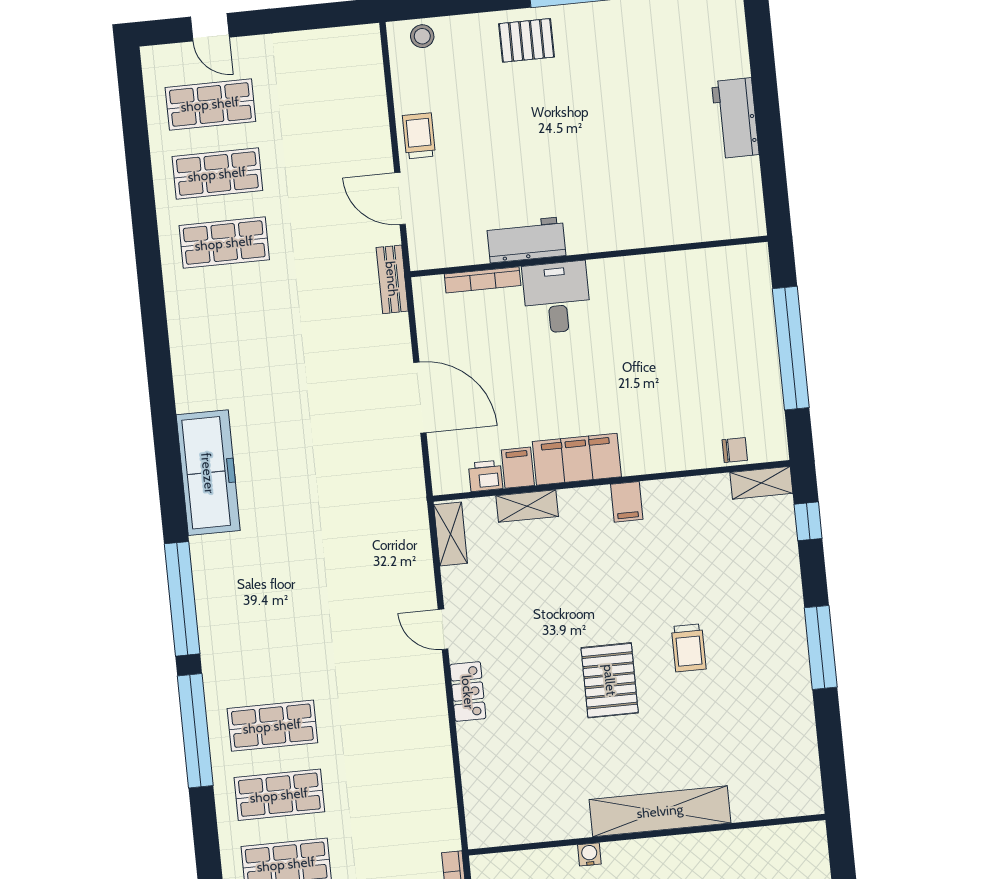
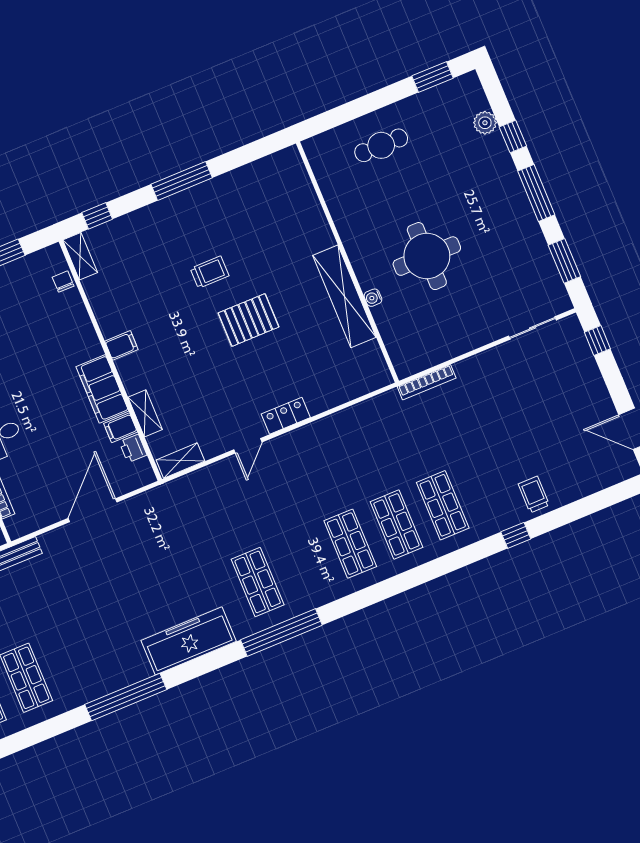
shop shelf: (259, 588) -> (258, 582), added
window: (195, 731) -> (126, 697), moved
shelving: (660, 811) -> (344, 296), moved

